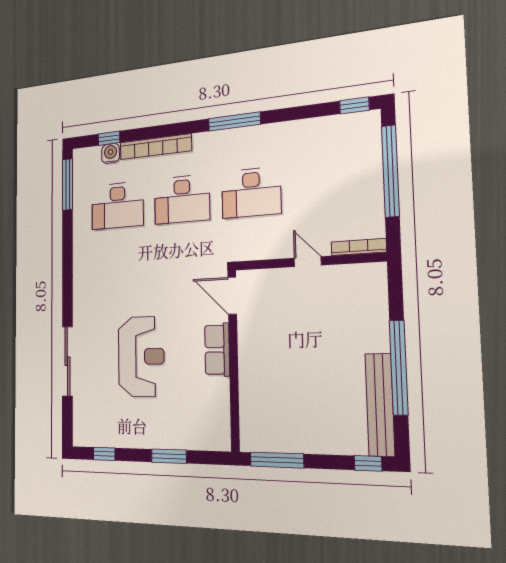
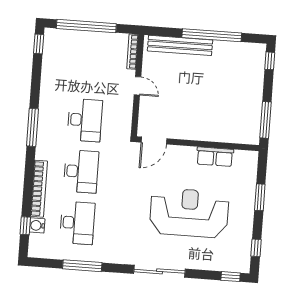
window: (68, 185) -> (82, 266), moved
door: (308, 262) -> (138, 86), swing flipped
row of seats: (217, 350) -> (215, 157), moved
reception desk: (141, 356) -> (189, 213), width x1.36, depth x1.30
sliding door: (67, 361) -> (160, 271), moved
bench: (380, 405) -> (180, 45), moved
window: (67, 420) -> (231, 277), added

